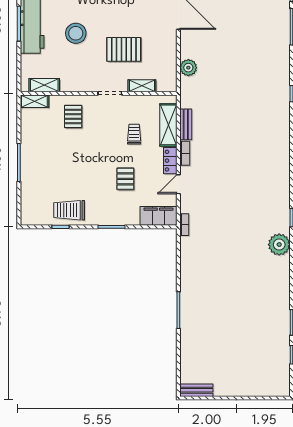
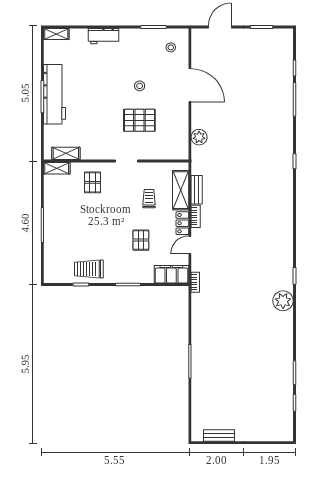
stool: (76, 33) -> (140, 86), moved, width x0.53, depth x0.53
shelving: (142, 86) -> (156, 154), removed
bench: (196, 390) -> (219, 435), moved

